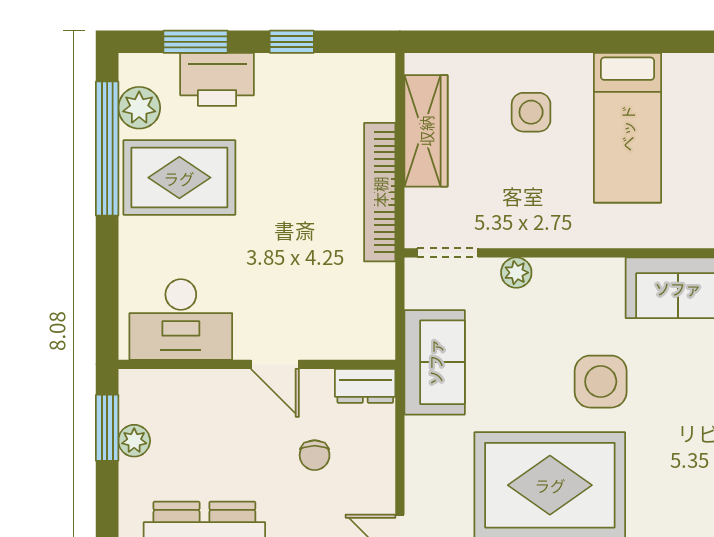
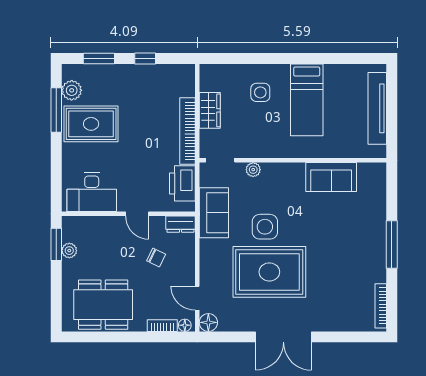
printer: (217, 79) -> (182, 183), moved, turned 90
wardrobe: (426, 131) -> (210, 110), width x0.67
window: (107, 149) -> (56, 110), width x0.68
side table: (601, 382) -> (265, 227), moved
chair: (315, 455) -> (156, 258), turned -64

